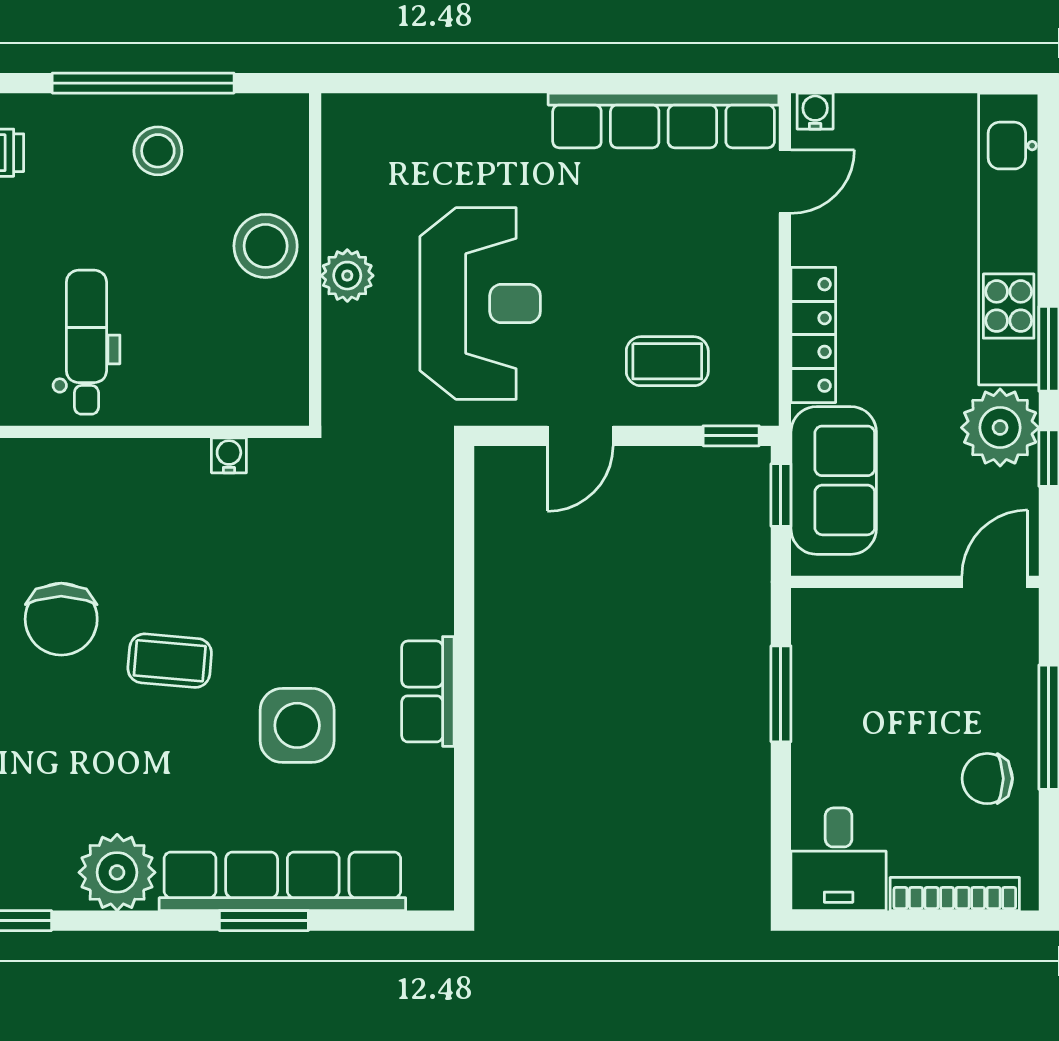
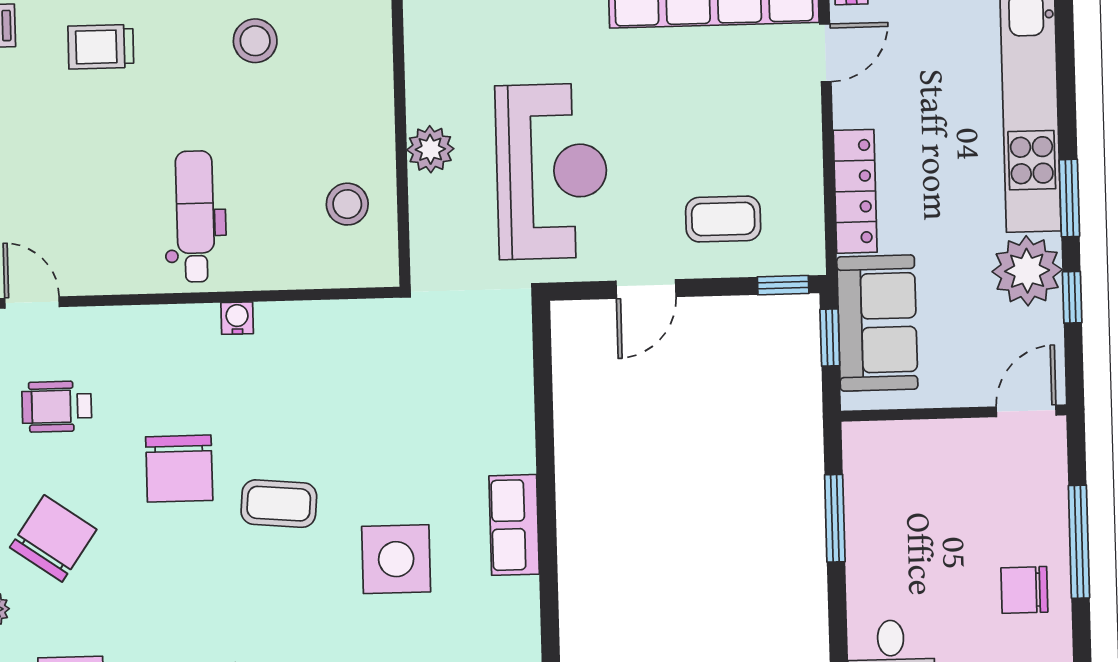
stool: (266, 246) -> (347, 204), moved, width x0.73, depth x0.73
water cooler: (229, 455) -> (237, 318), moved

